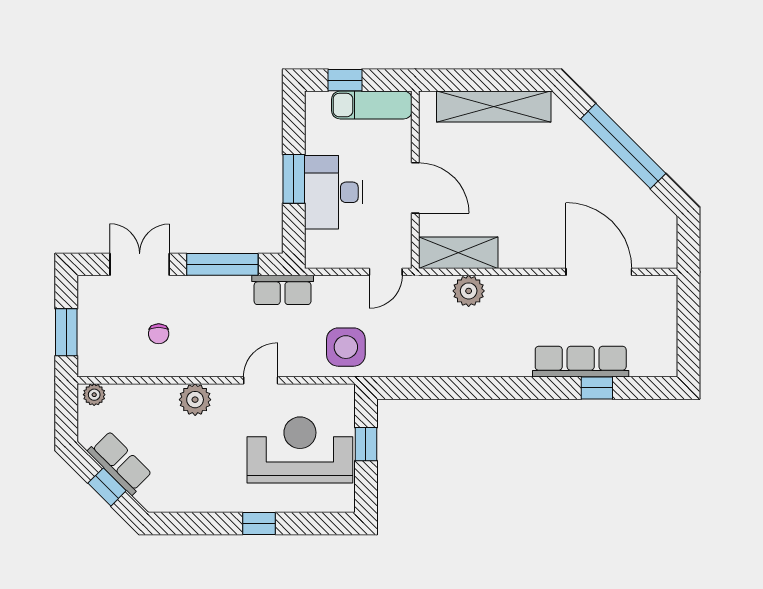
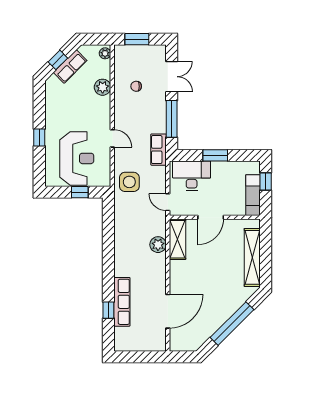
desk: (334, 192) -> (192, 176), moved
plant: (195, 400) -> (103, 87), moved

